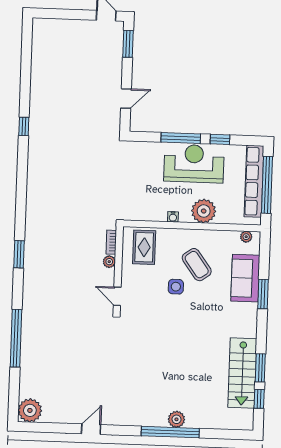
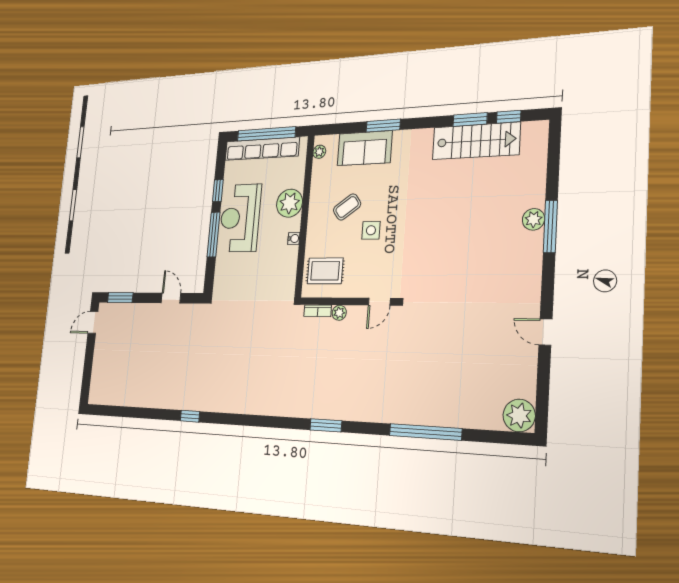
coffee table: (197, 265) -> (347, 207), width x0.73, depth x0.77
window: (170, 432) -> (550, 226), width x0.68

